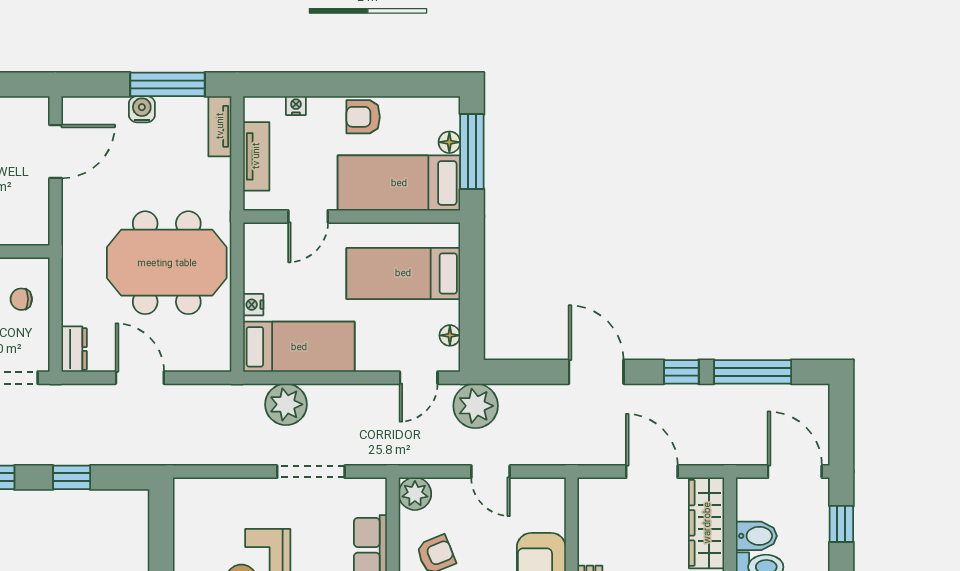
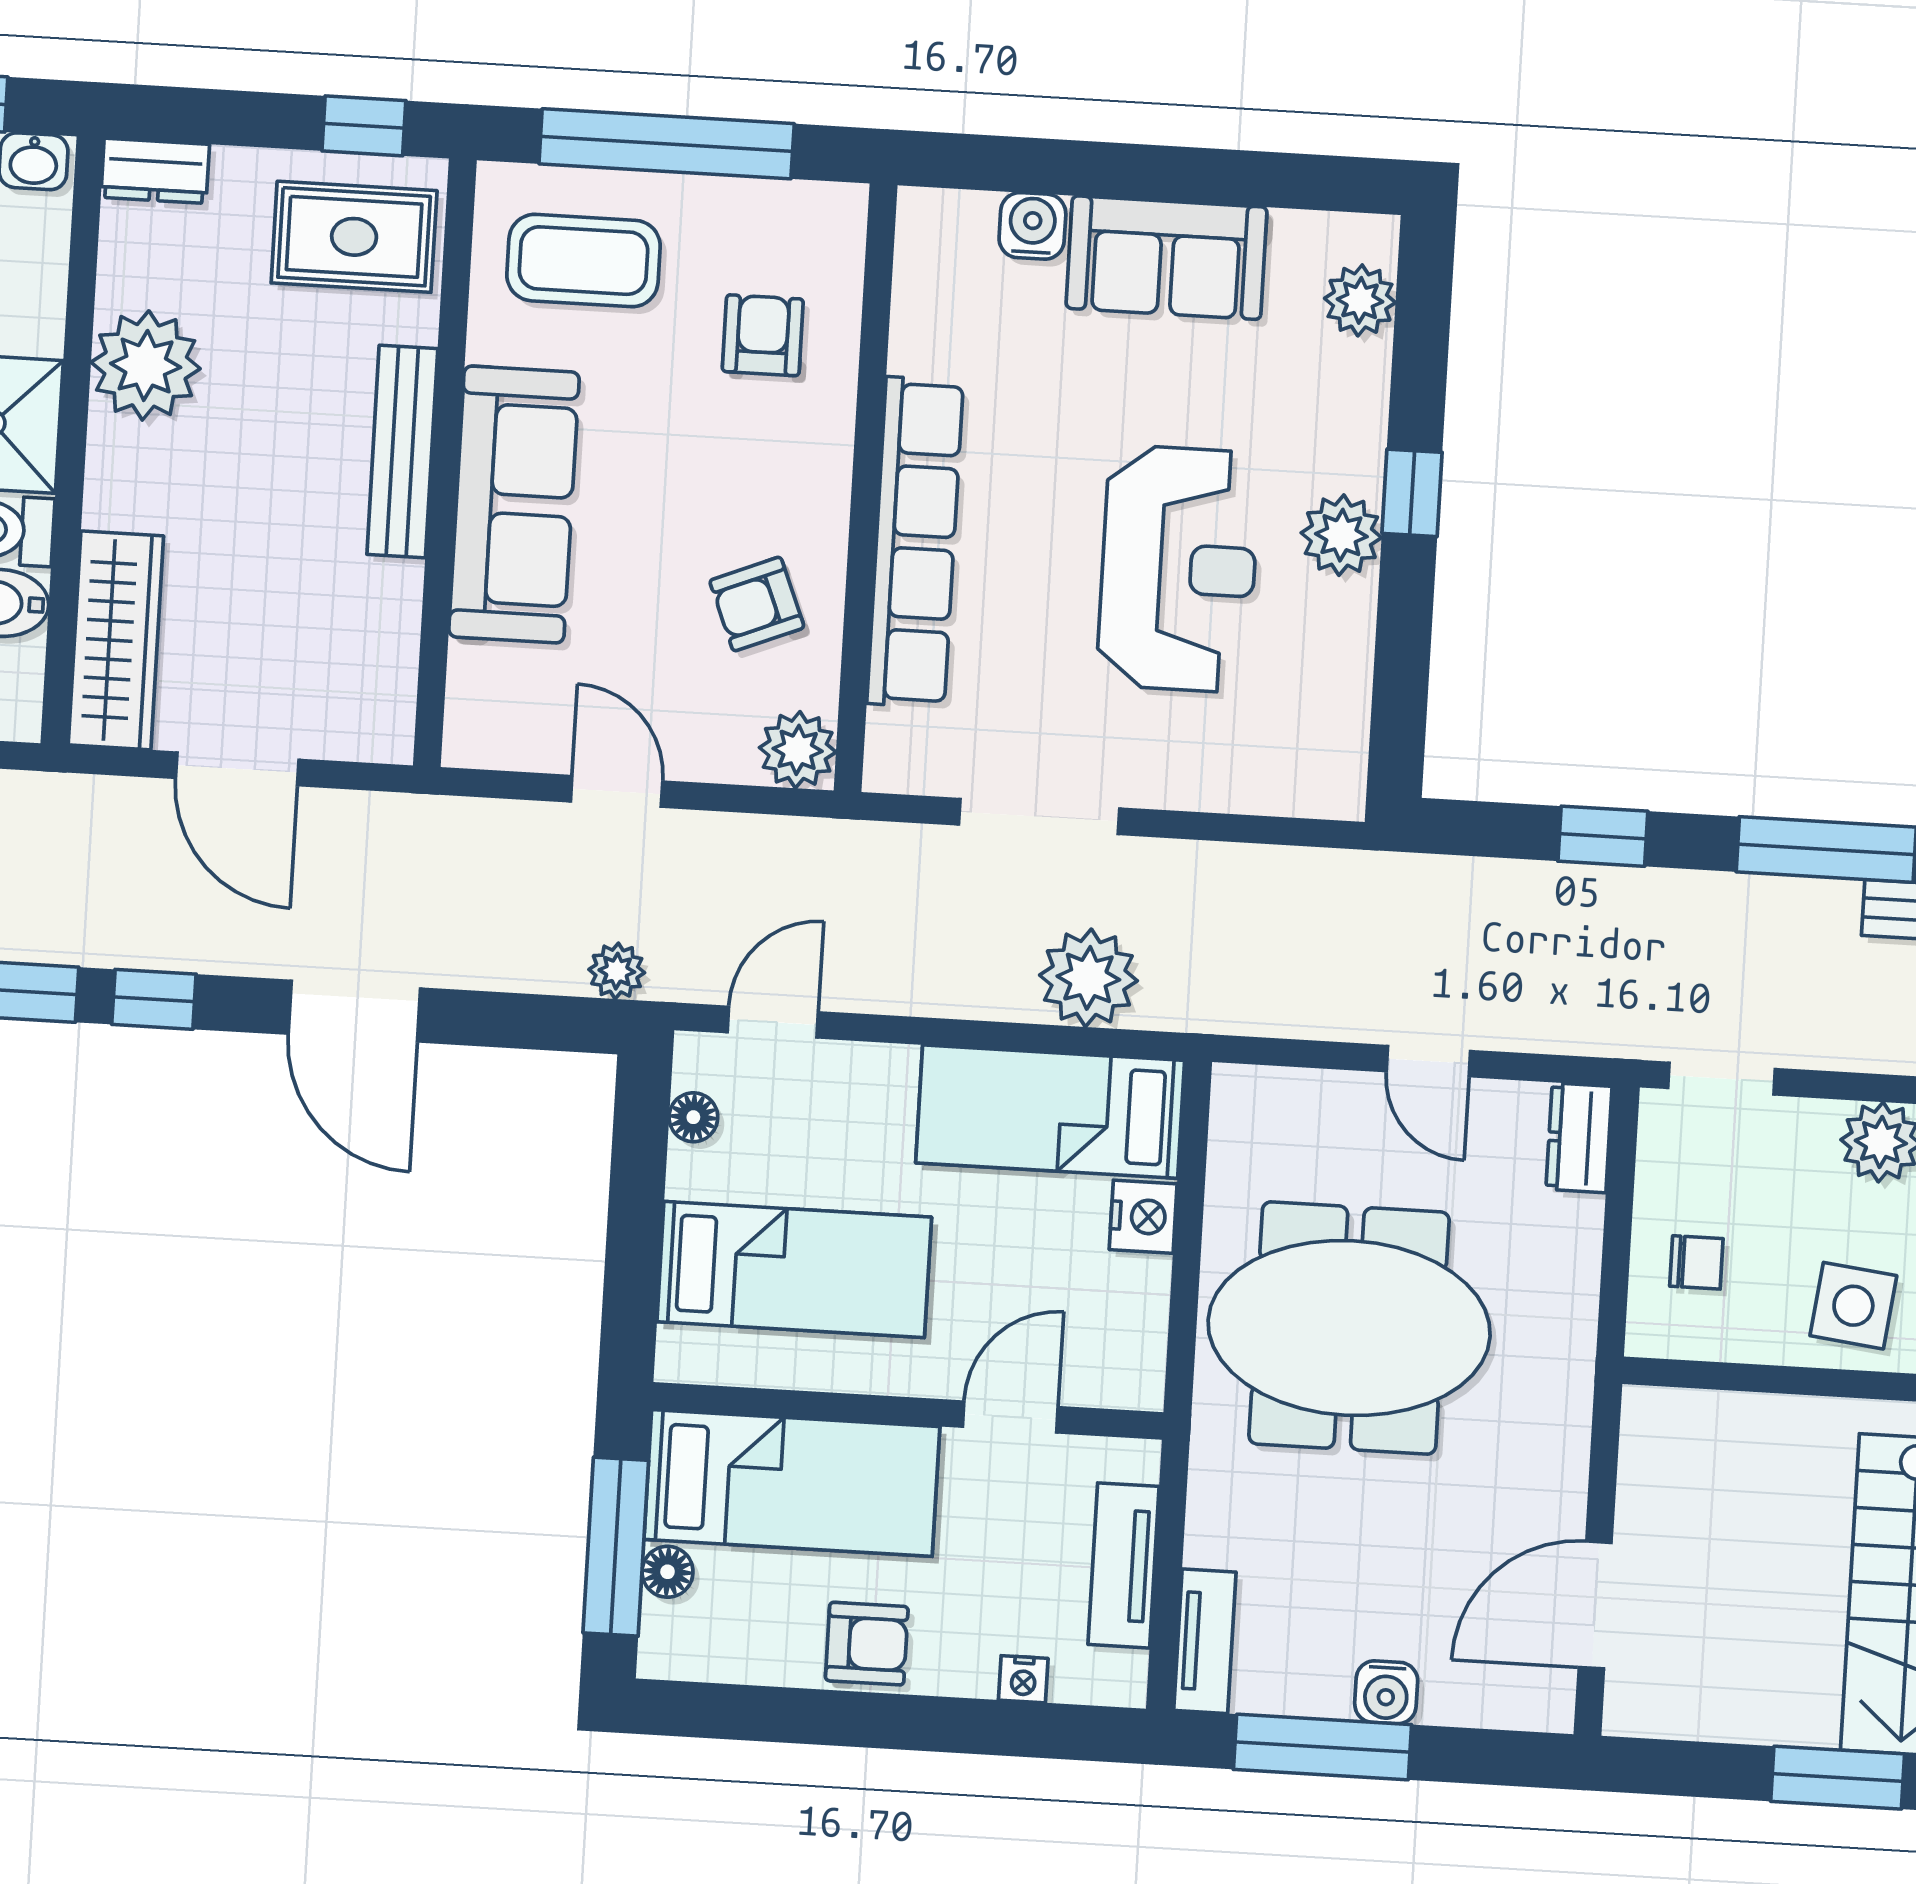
nightstand: (253, 305) -> (1143, 1217), width x1.39, depth x1.35
door: (140, 378) -> (1428, 1061), width x0.73
plant: (476, 406) -> (617, 971), width x0.53, depth x0.53

